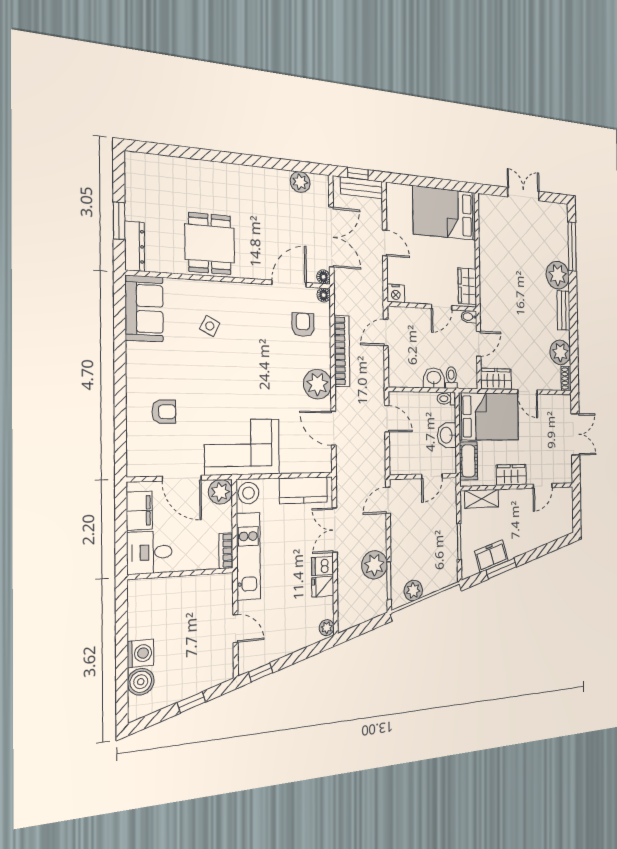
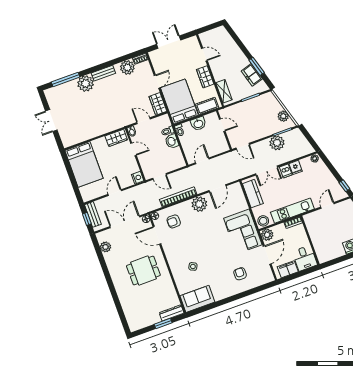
dining table: (210, 244) -> (143, 271), moved

